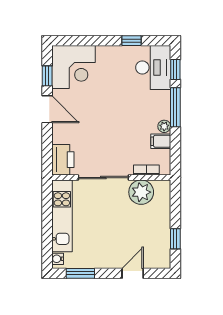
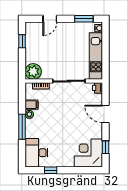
window: (175, 70) -> (22, 151), removed
door: (47, 109) -> (106, 114), moved
printer: (63, 160) -> (98, 88), width x0.53, depth x0.68
plant: (141, 192) -> (33, 71), moved

